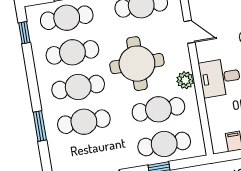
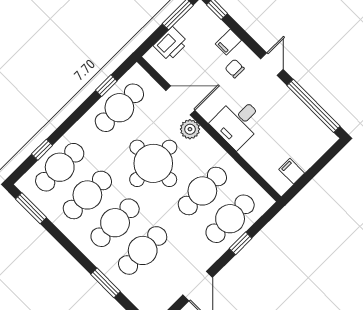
door: (190, 32) -> (180, 100), width x1.37
window: (24, 33) -> (31, 208), width x1.50
plant: (185, 80) -> (190, 129), moved

